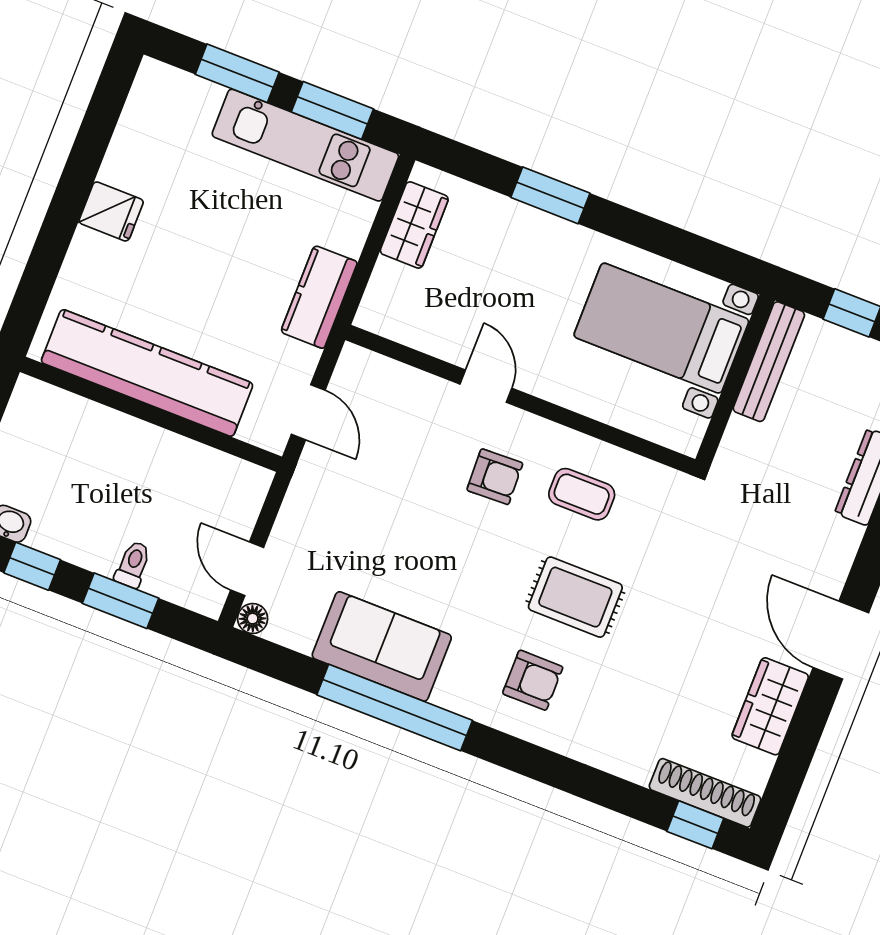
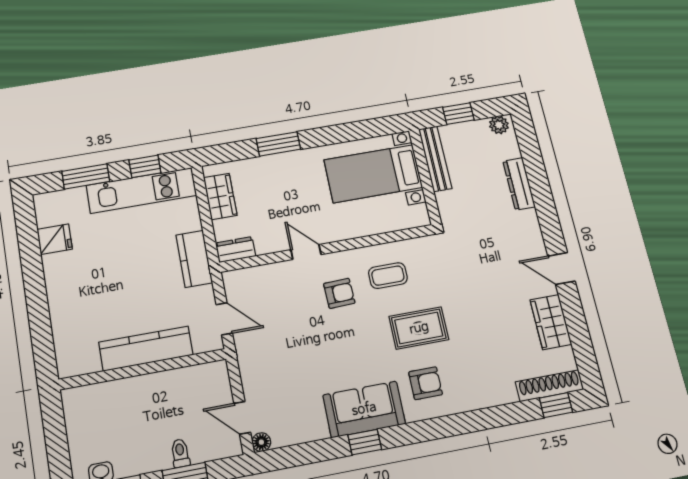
window: (332, 110) -> (145, 166), width x0.67
fridge: (111, 211) -> (55, 239), moved
dresser: (387, 320) -> (236, 250), added
kitchen counter: (147, 373) -> (146, 349), width x0.72, depth x0.86
door: (841, 640) -> (562, 269), width x0.73
sofa: (382, 646) -> (364, 409), moved
window: (395, 708) -> (365, 442), width x0.32

